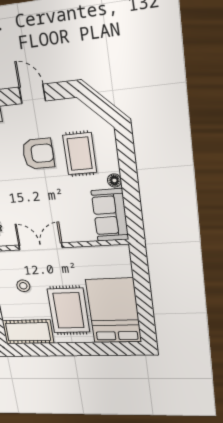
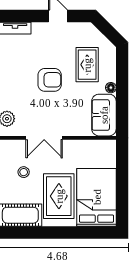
armchair: (38, 154) -> (50, 80), moved
double door: (40, 246) -> (44, 138), swing flipped

